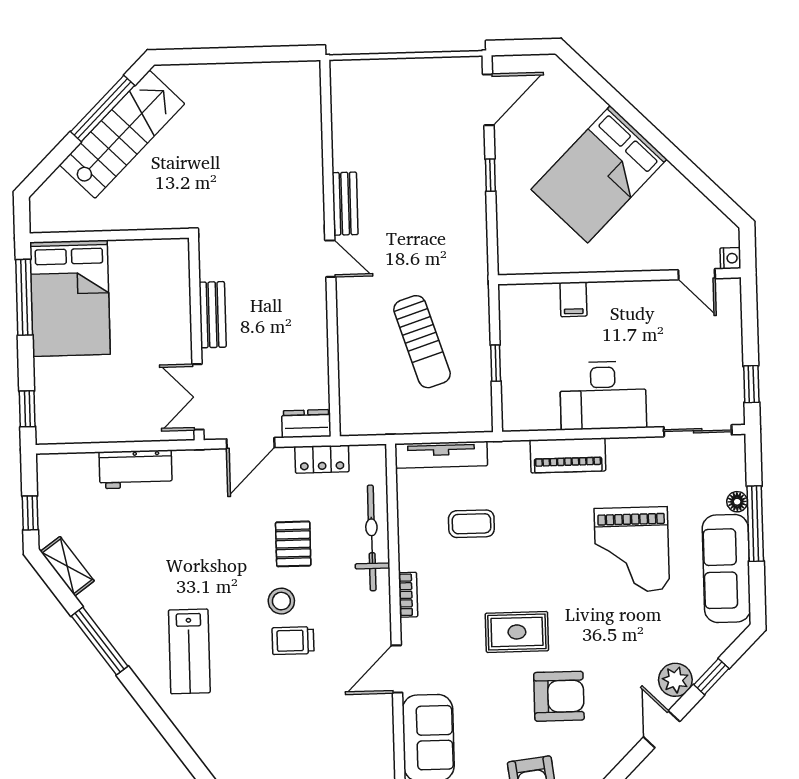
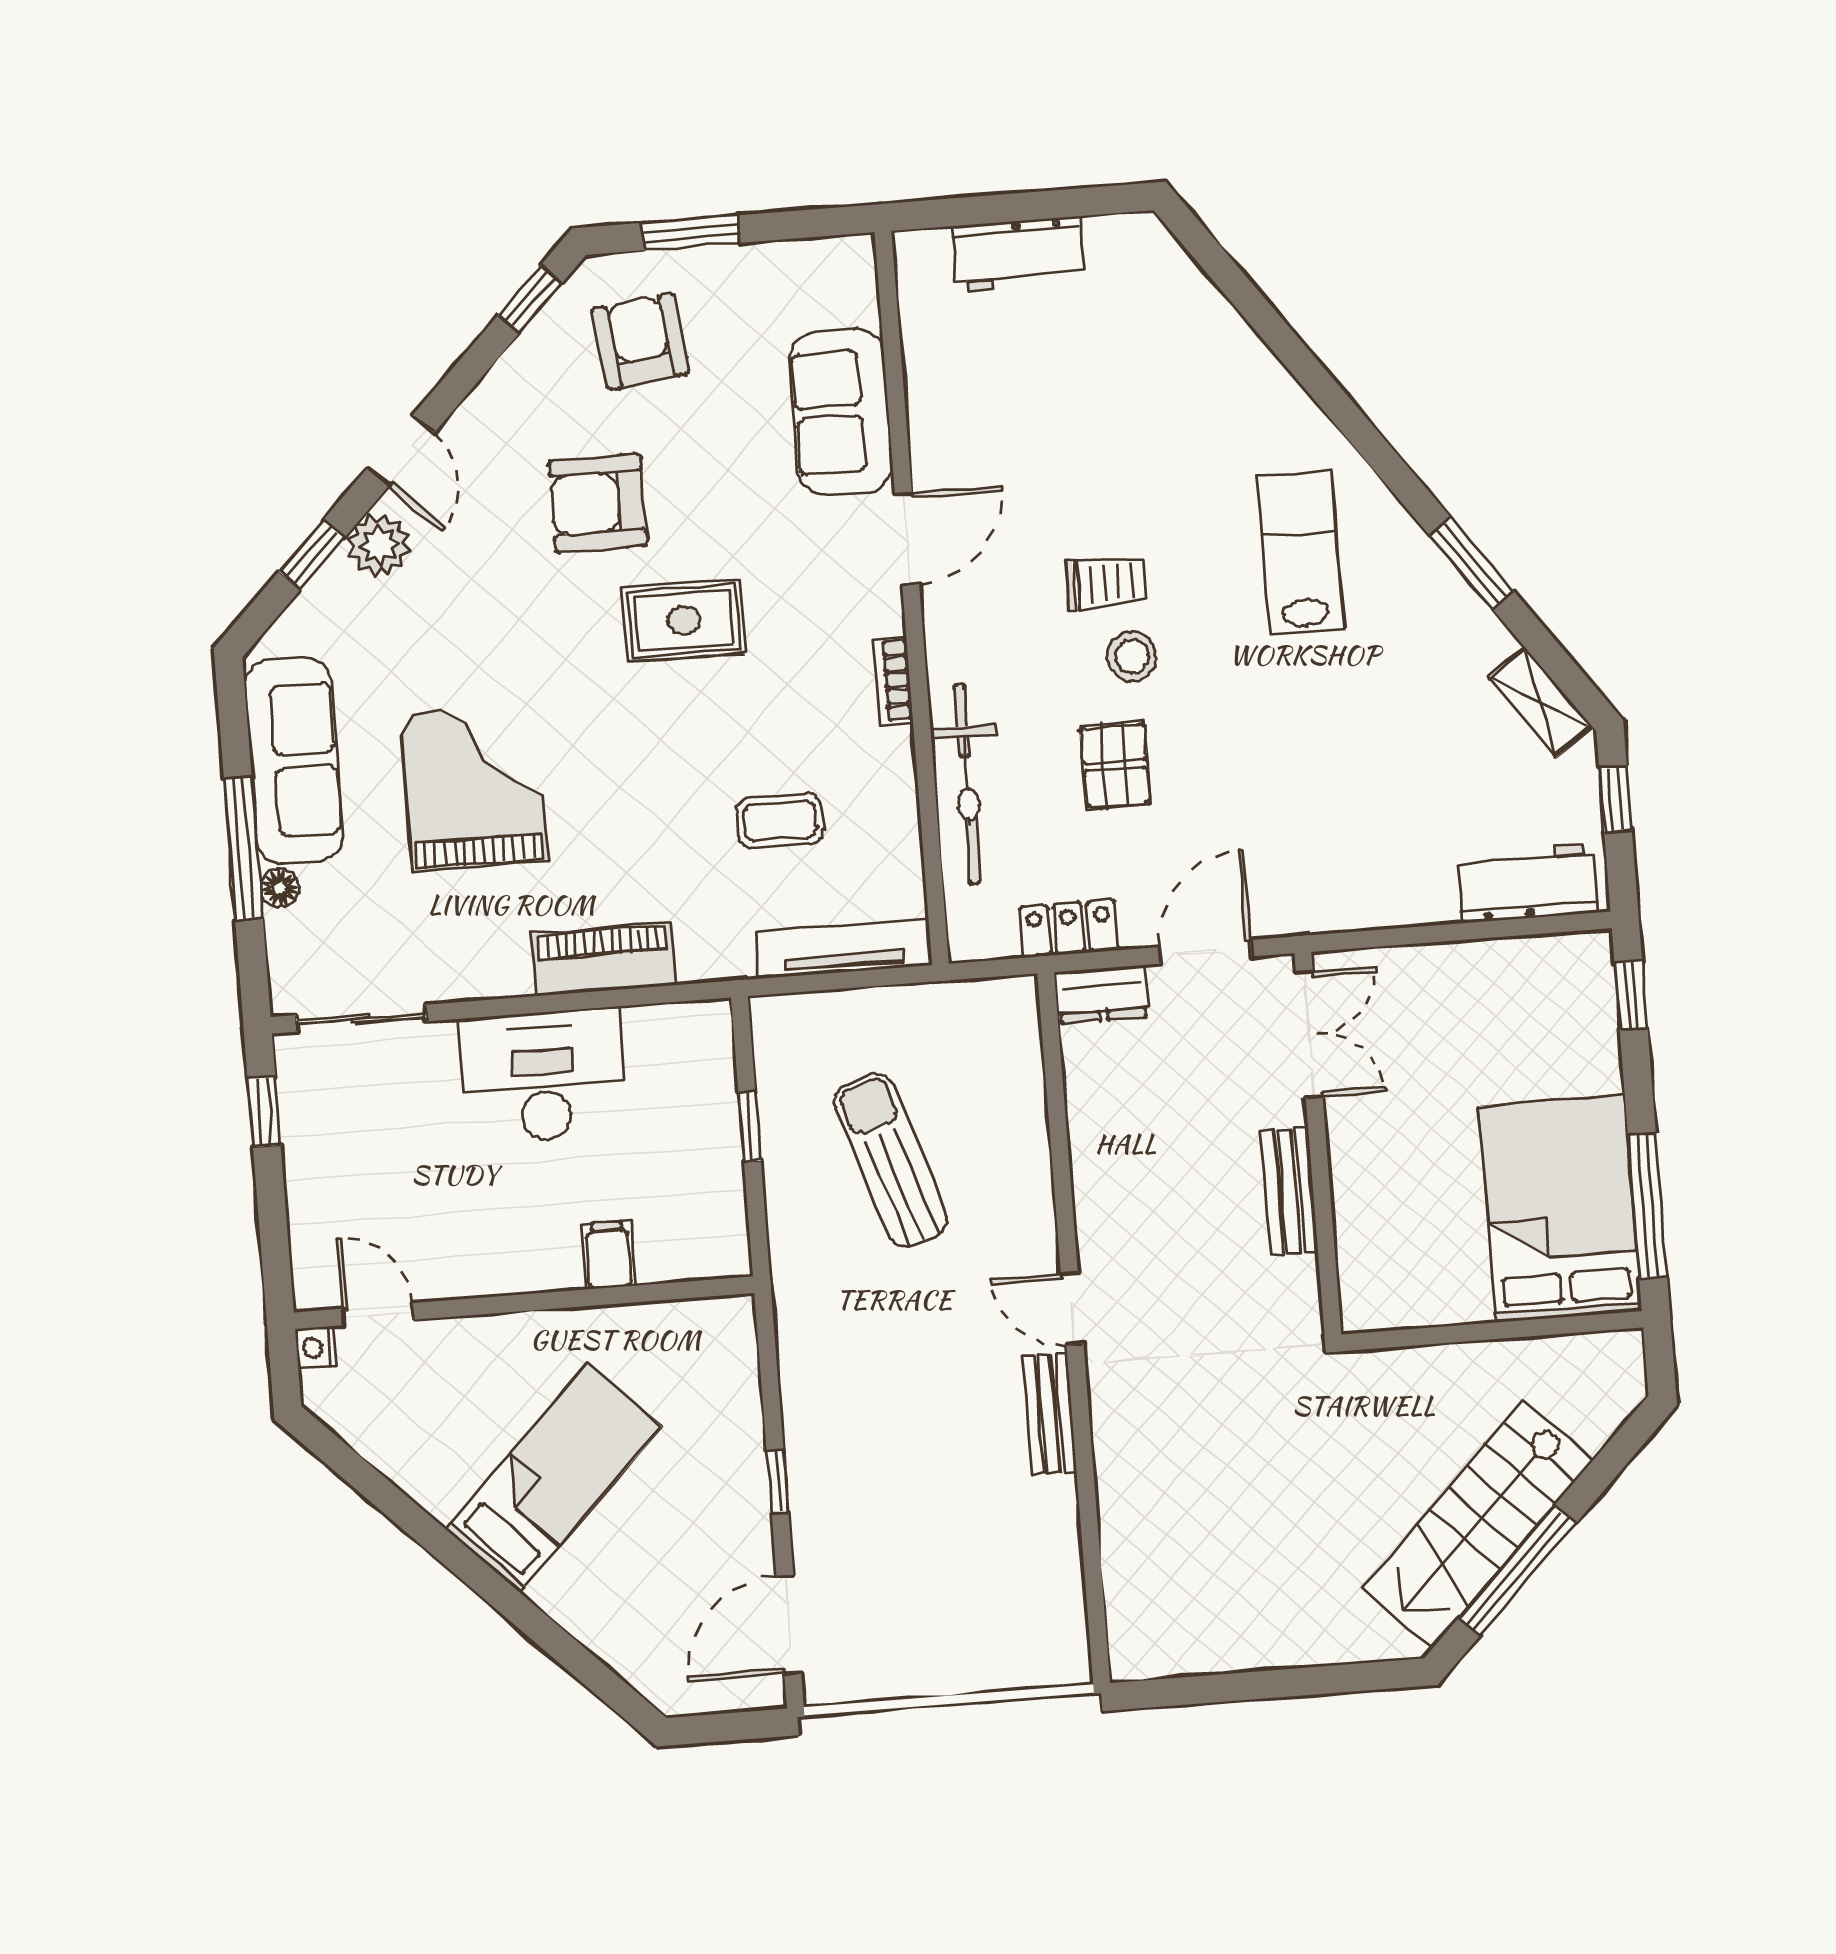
bed: (599, 174) -> (554, 1478), width x0.67
workbench: (136, 469) -> (1527, 883), moved
window: (100, 641) -> (1472, 563), width x0.69

